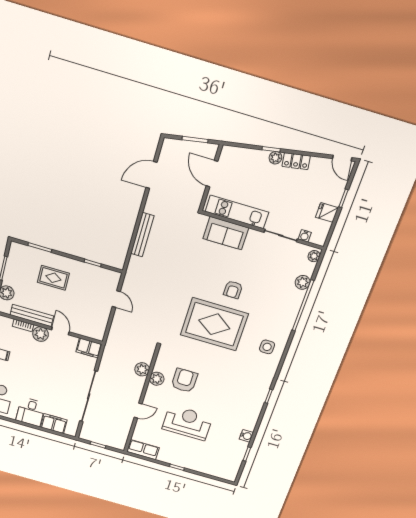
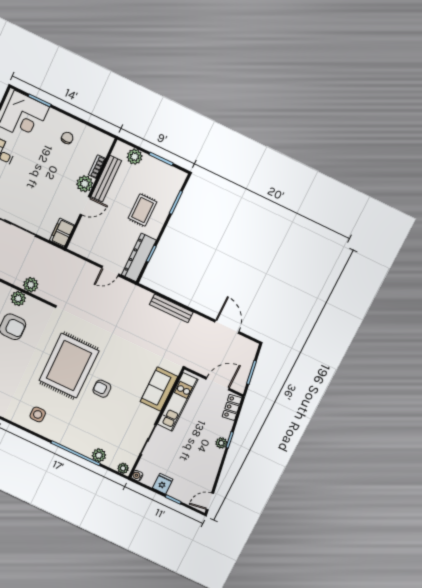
locker: (296, 161) -> (232, 407), moved
water cooler: (305, 236) -> (137, 476), moved
dresser: (98, 274) -> (139, 257), added

